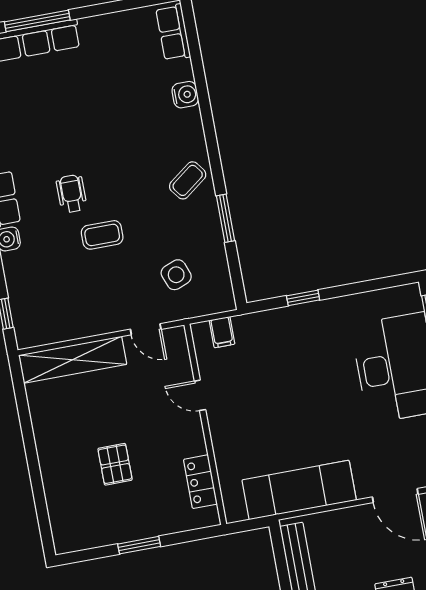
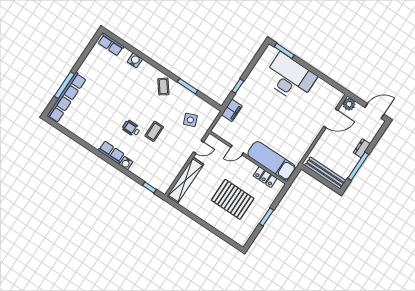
filing cabinet: (222, 332) -> (232, 110), moved, width x2.00
pallet: (115, 464) -> (233, 199), width x2.05, depth x2.00
exam couch: (299, 490) -> (272, 161), moved, turned 90

